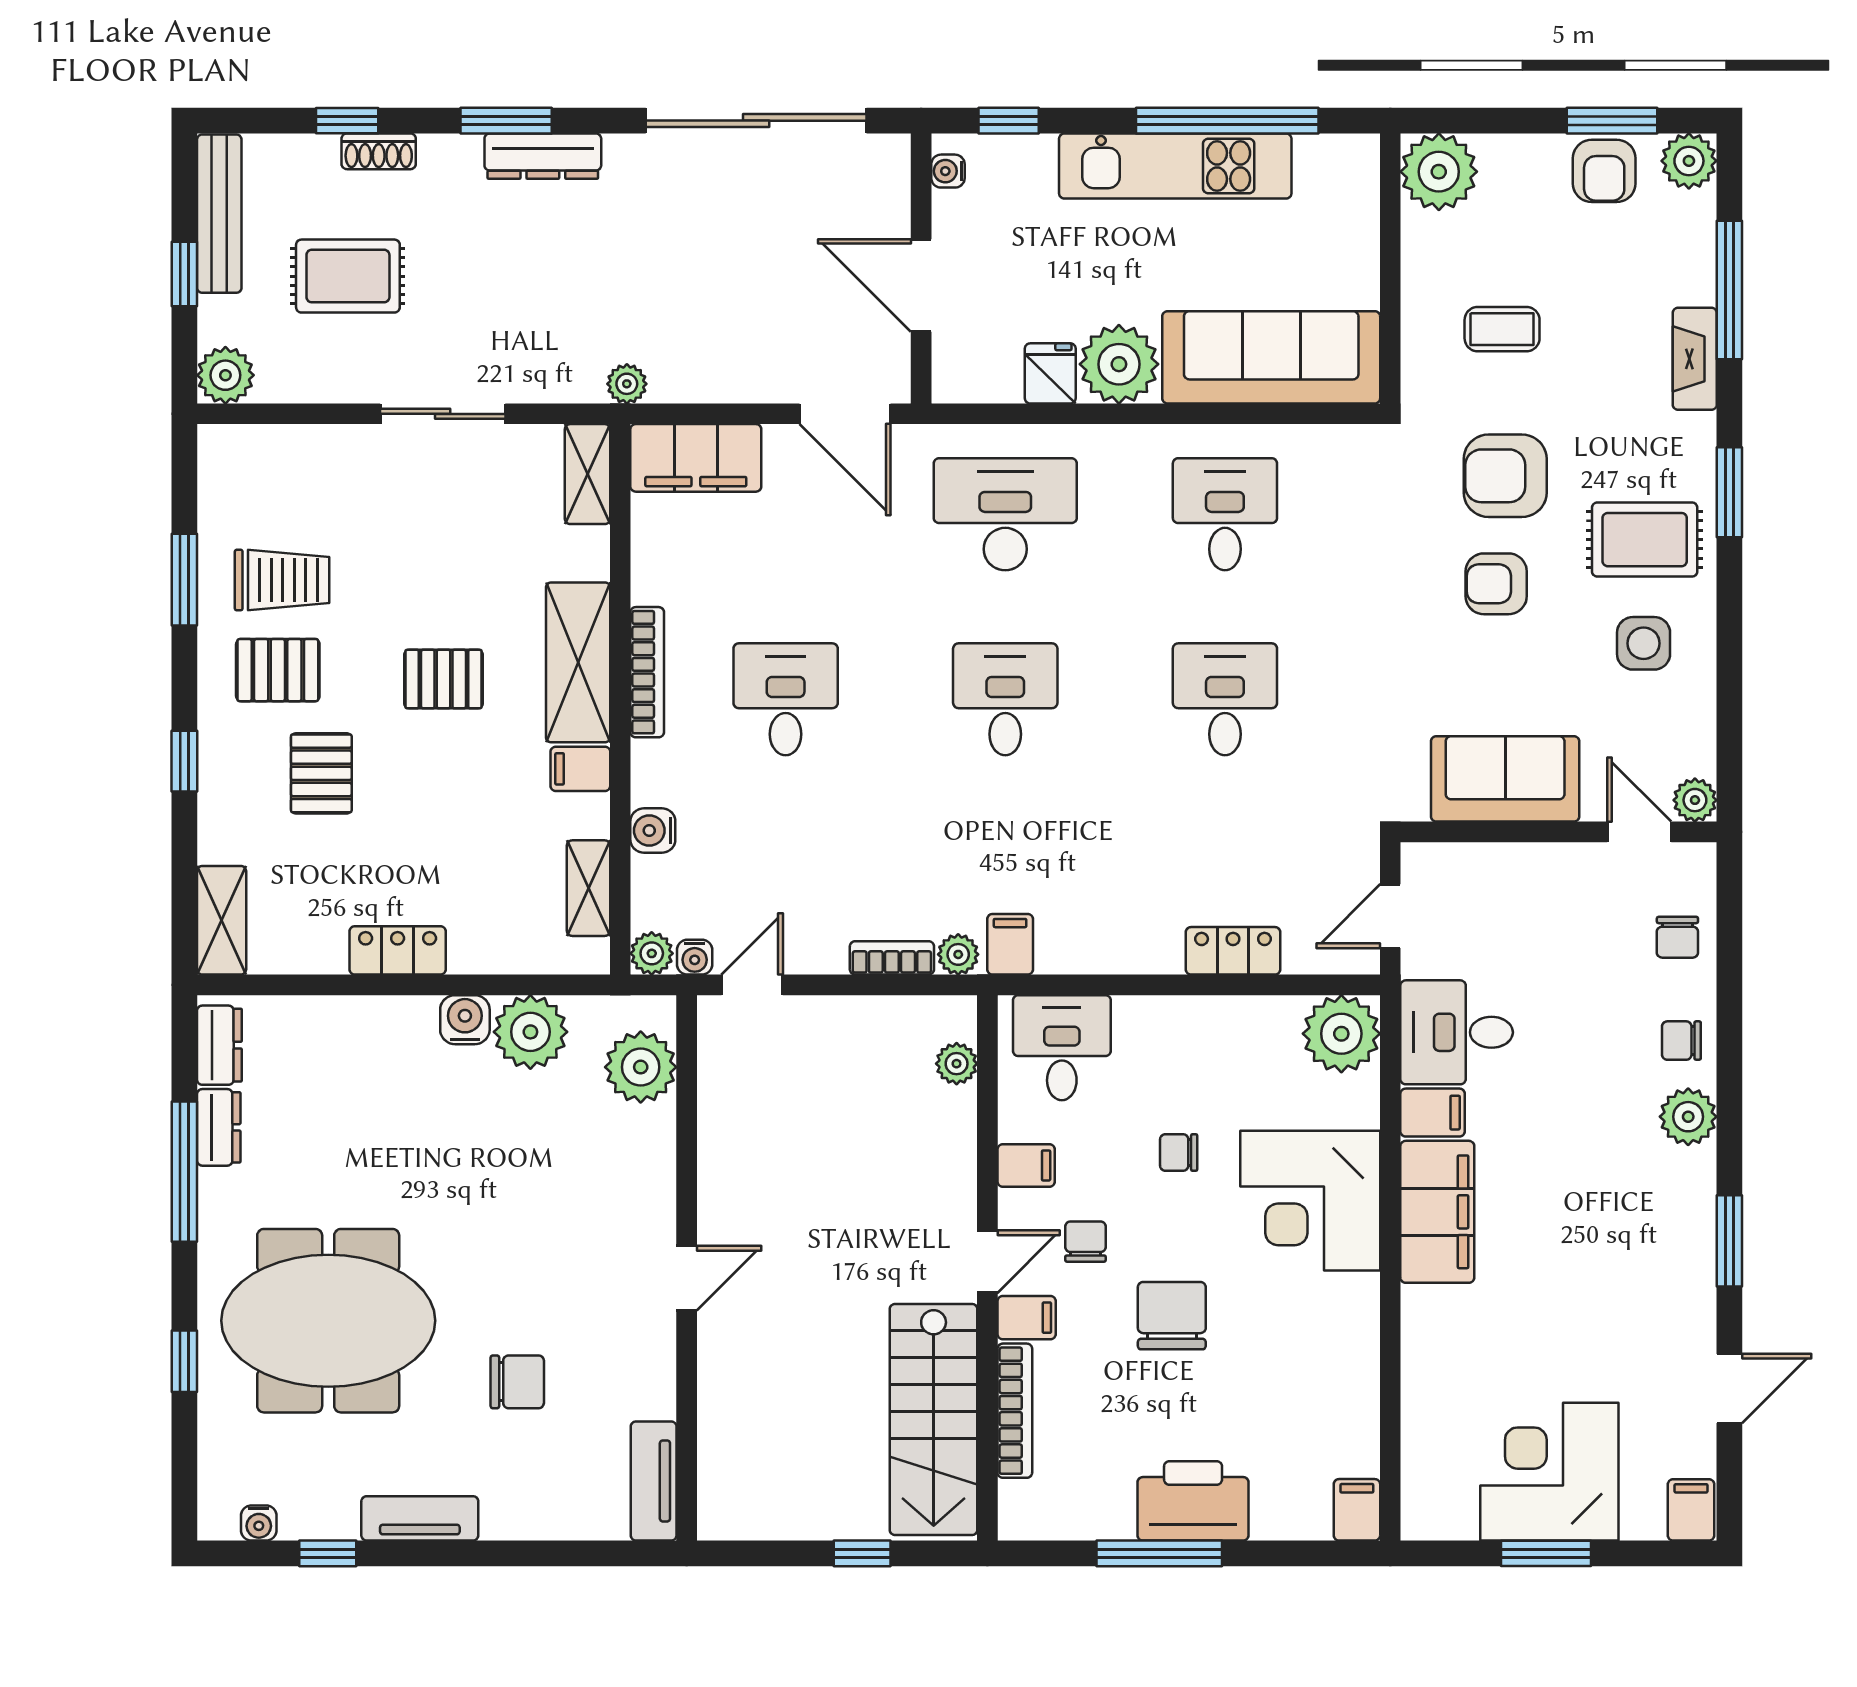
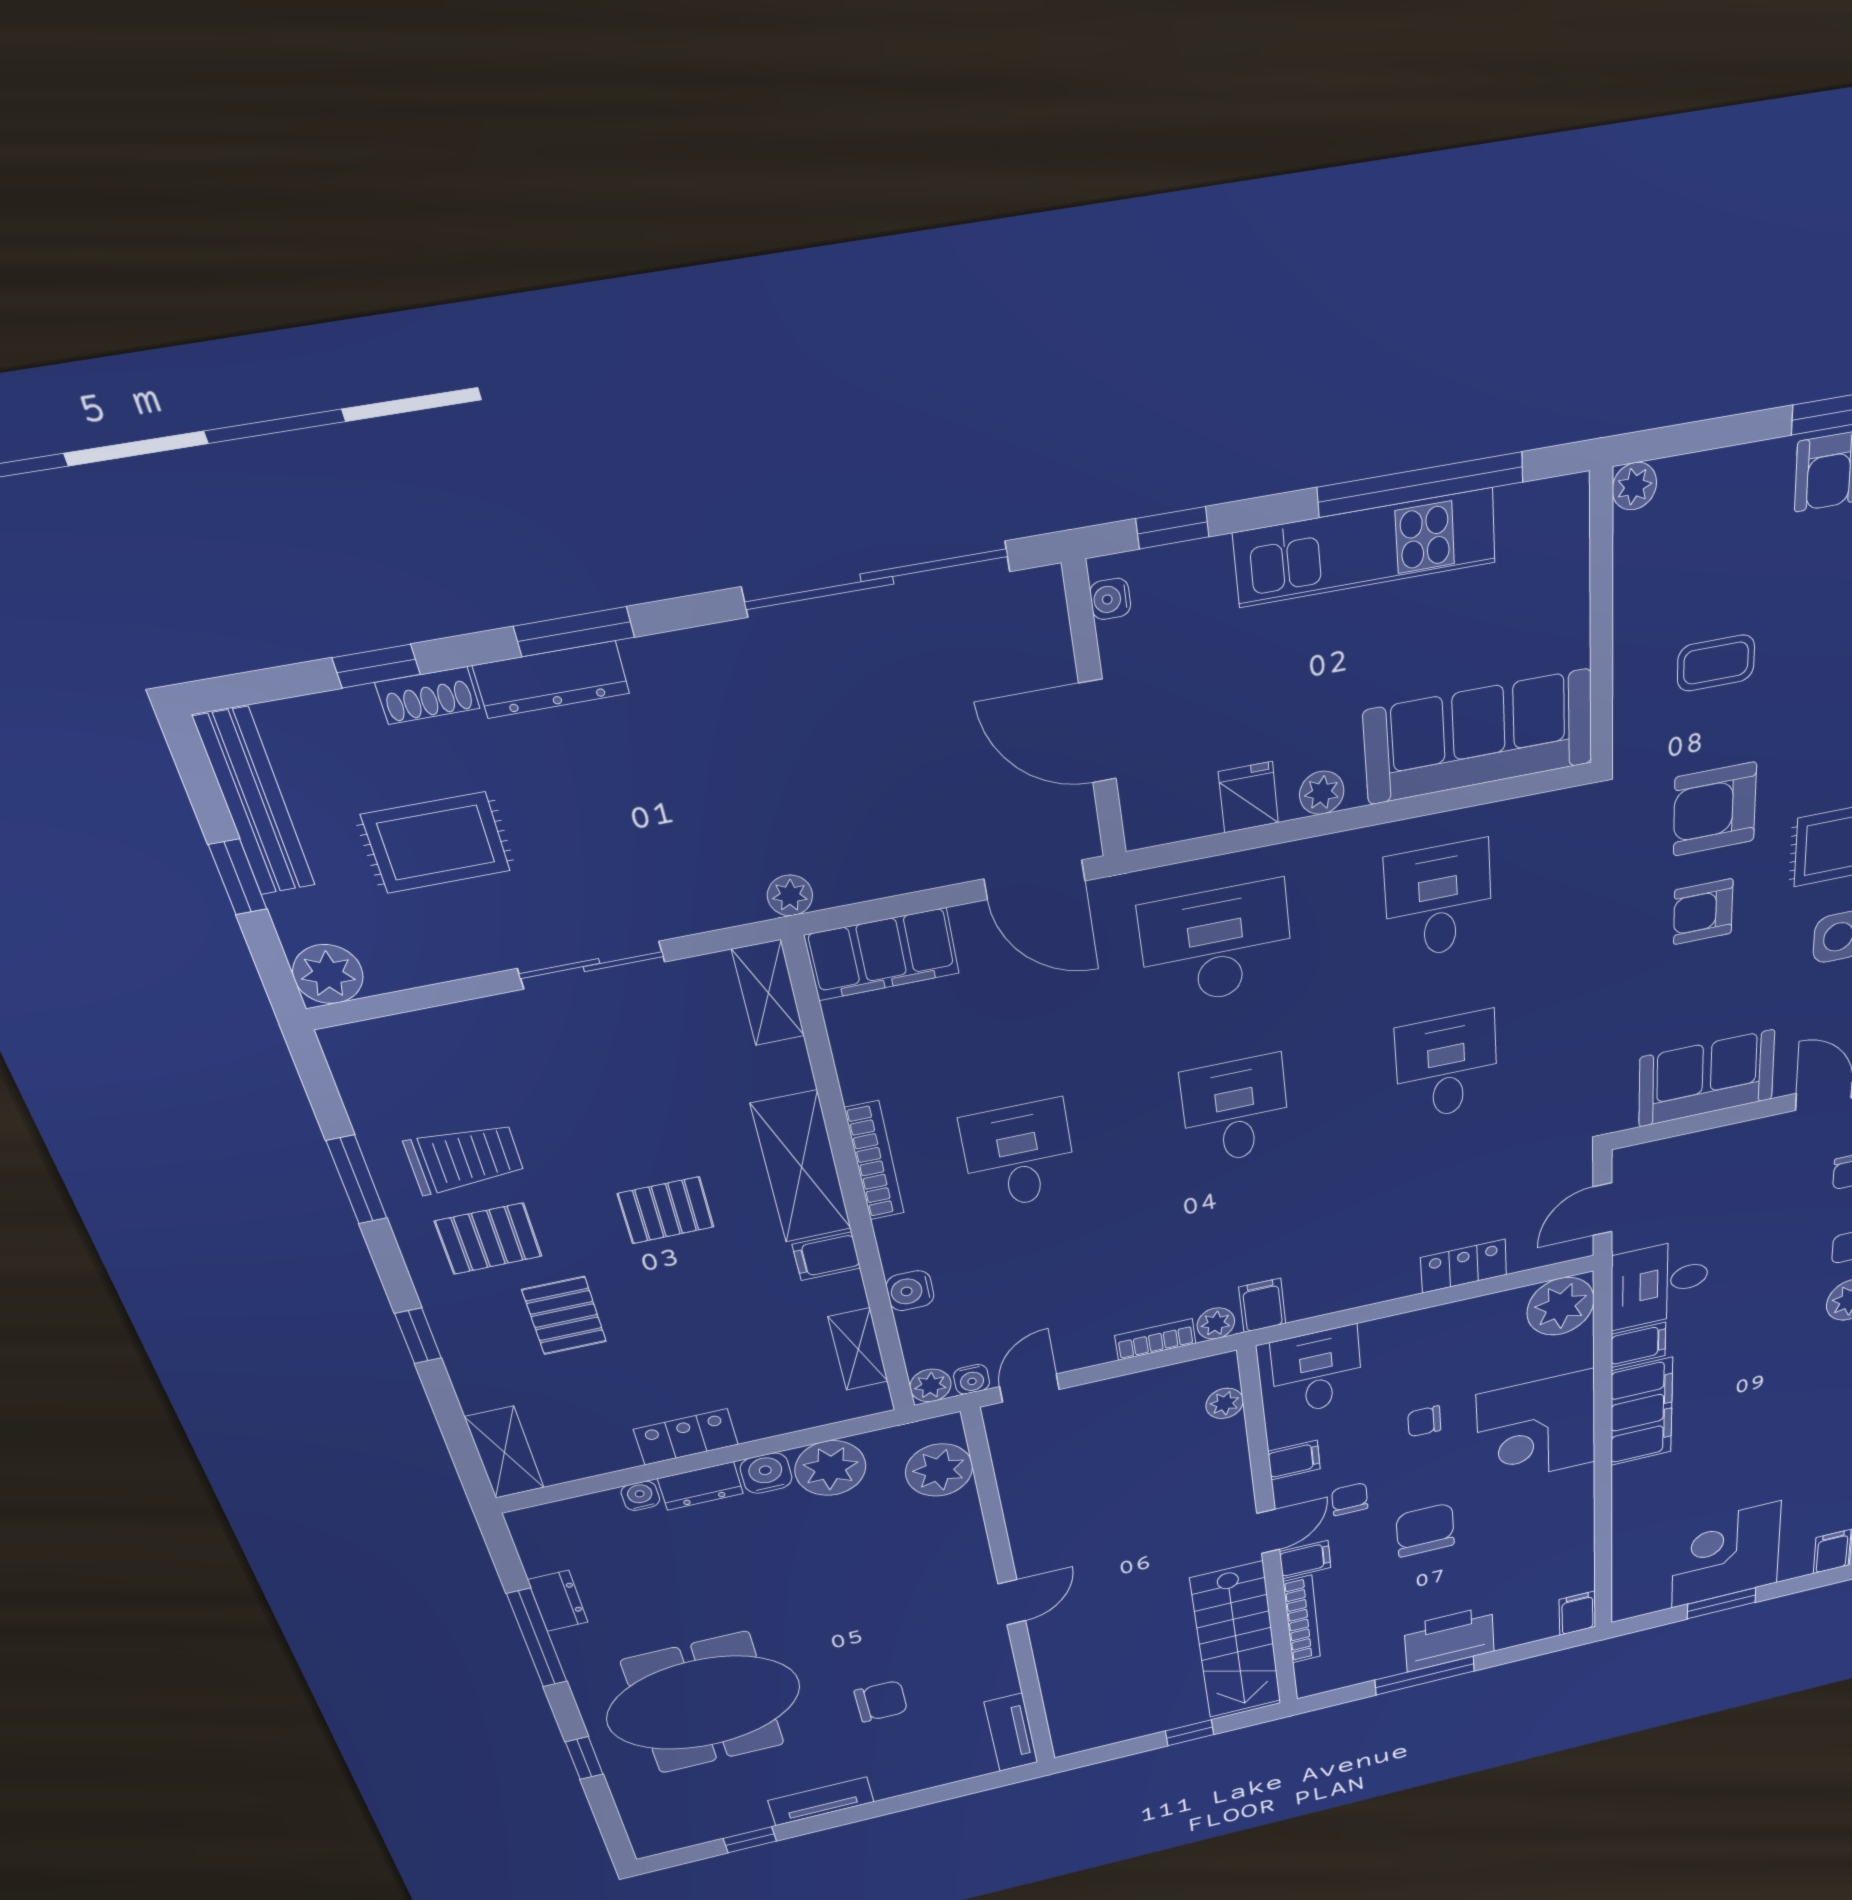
dresser: (543, 156) -> (551, 680), moved
plant: (1439, 172) -> (1634, 486), width x0.53, depth x0.53
plant: (1119, 364) -> (1322, 793), width x0.53, depth x0.53
dresser: (219, 1045) -> (700, 1486), moved, turned 90
water cooler: (259, 1523) -> (640, 1496), moved, turned 180

